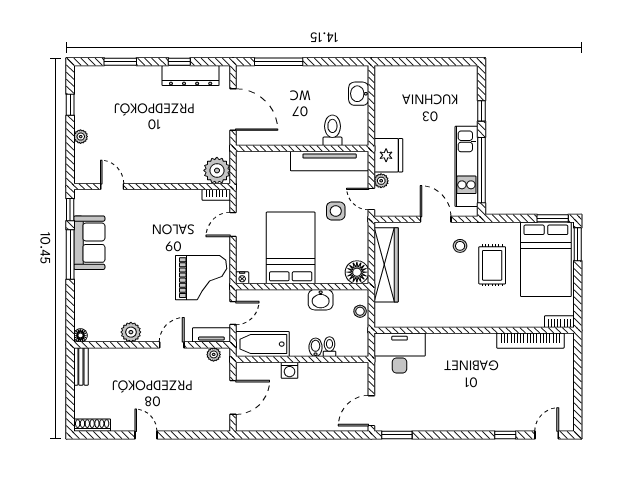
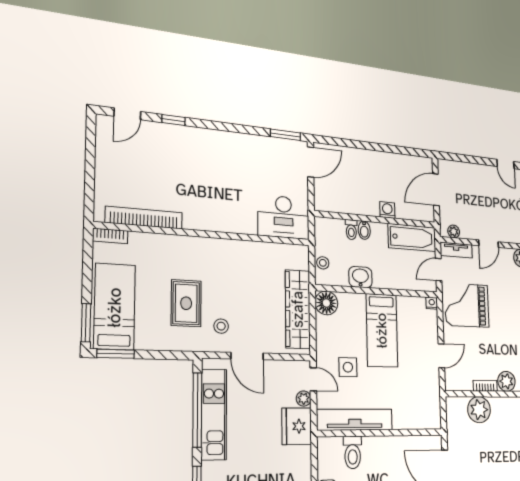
plant: (217, 170) -> (479, 410), moved
bookcase: (216, 195) -> (485, 386), moved
plant: (157, 200) -> (506, 381), added
bed: (291, 248) -> (382, 330), width x0.67
bed: (546, 259) -> (115, 307), width x0.67

